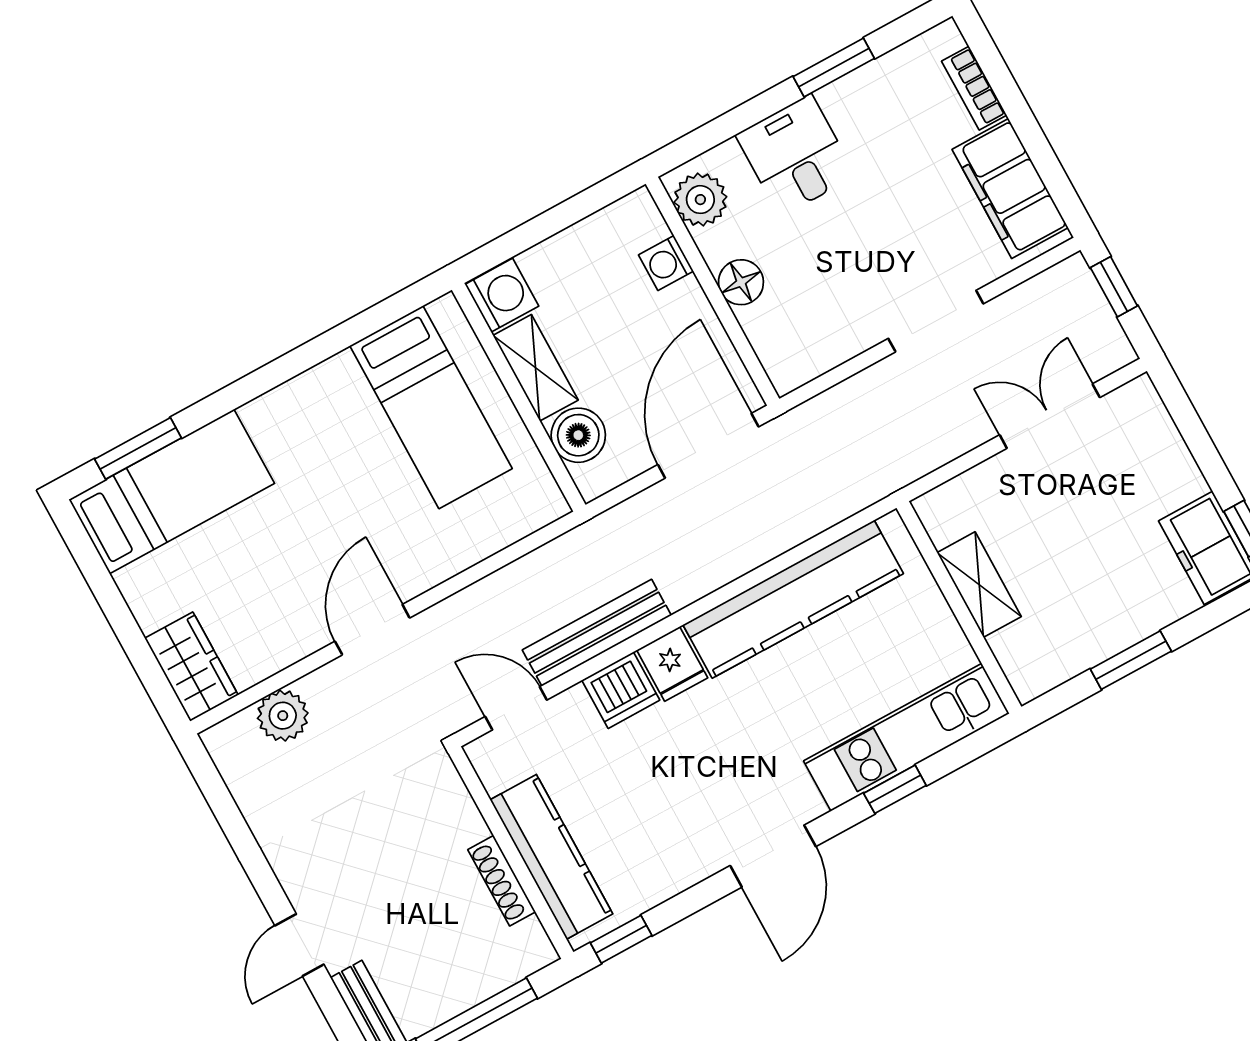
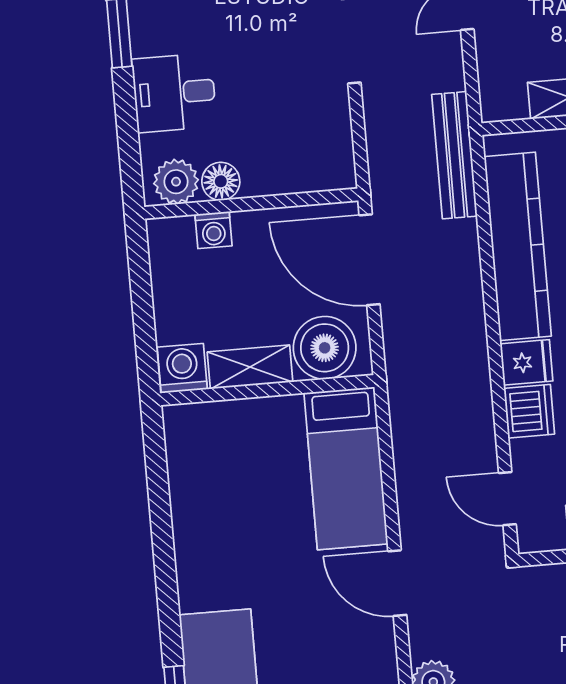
floor lamp: (741, 282) -> (221, 181), moved
bed: (431, 407) -> (346, 468), moved, turned 90
boiler: (578, 435) -> (325, 348), width x1.37, depth x1.37
bench: (597, 633) -> (455, 155), moved
door: (516, 708) -> (507, 499), hinge flipped

